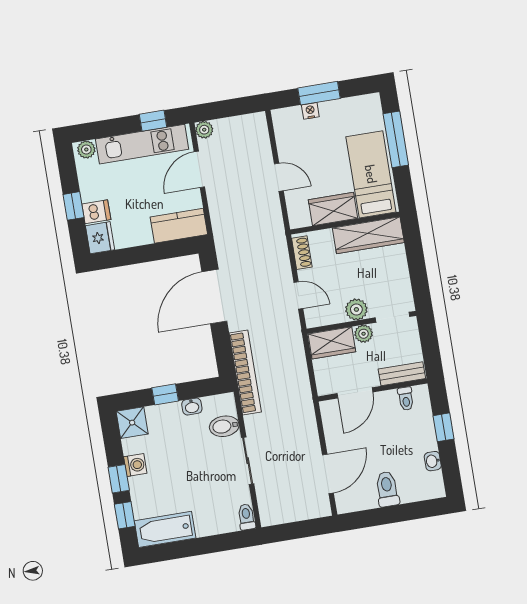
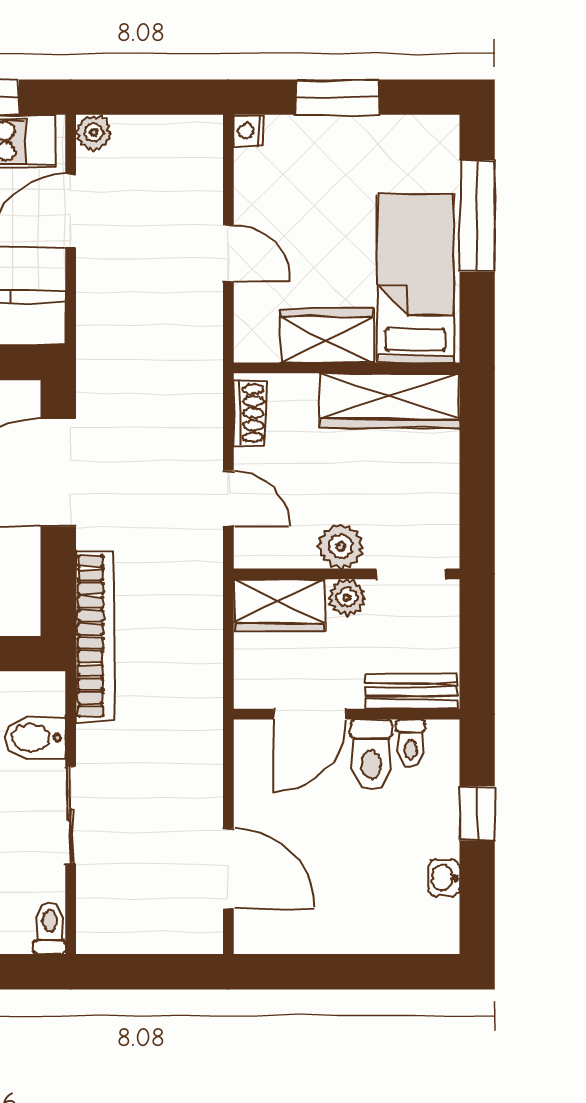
nightstand: (310, 111) -> (249, 131), moved, turned -90
door: (328, 474) -> (228, 869), hinge flipped
toilet: (387, 489) -> (371, 755), moved, turned 180

